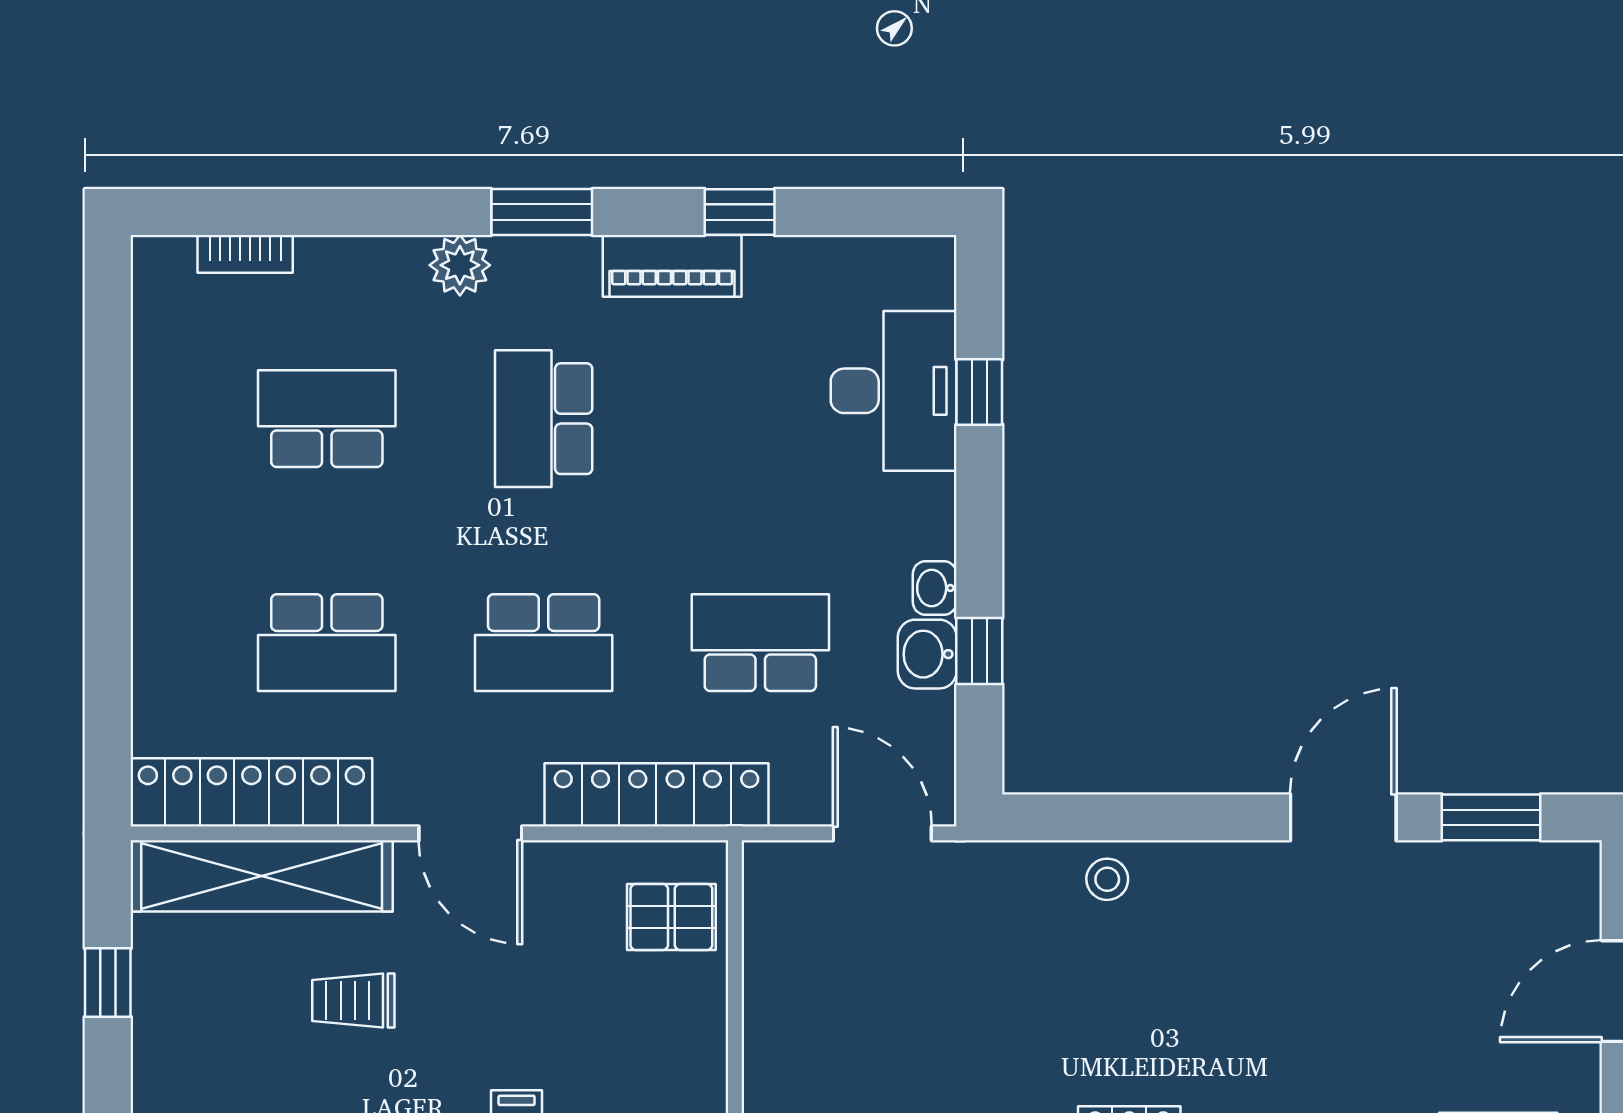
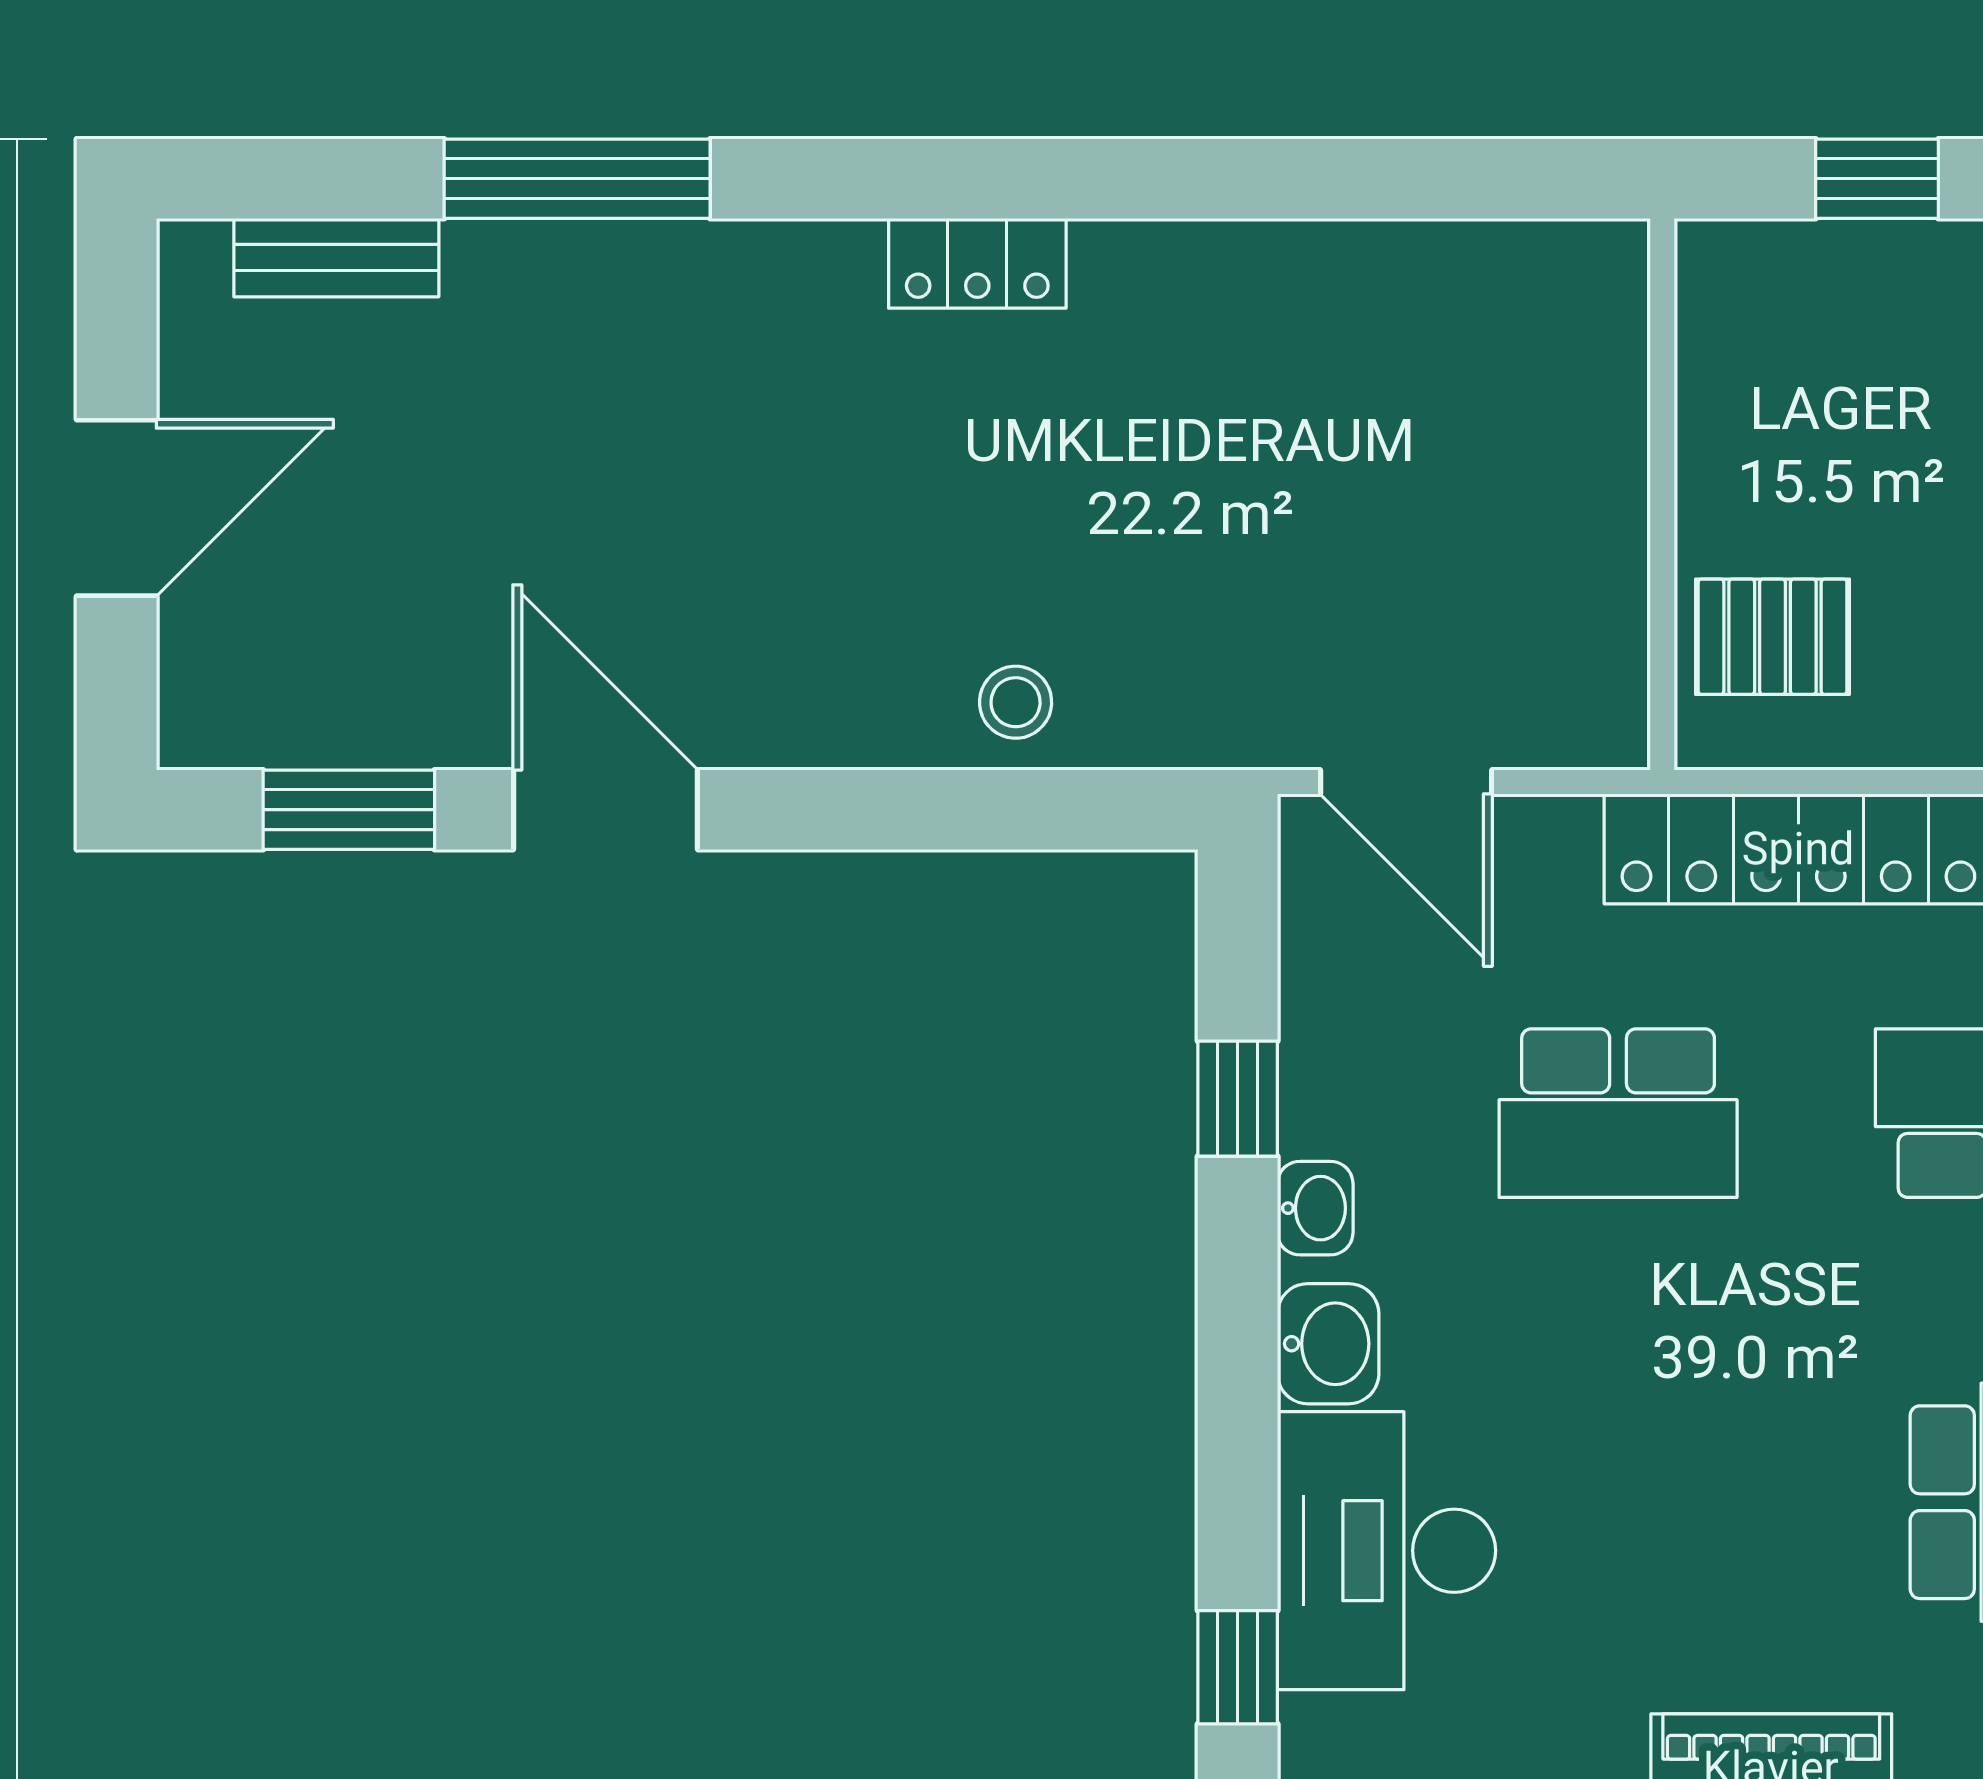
window: (979, 392) -> (1238, 1667), moved
washbasin: (927, 654) -> (1328, 1344), moved
door: (1343, 817) -> (605, 810), swing flipped

